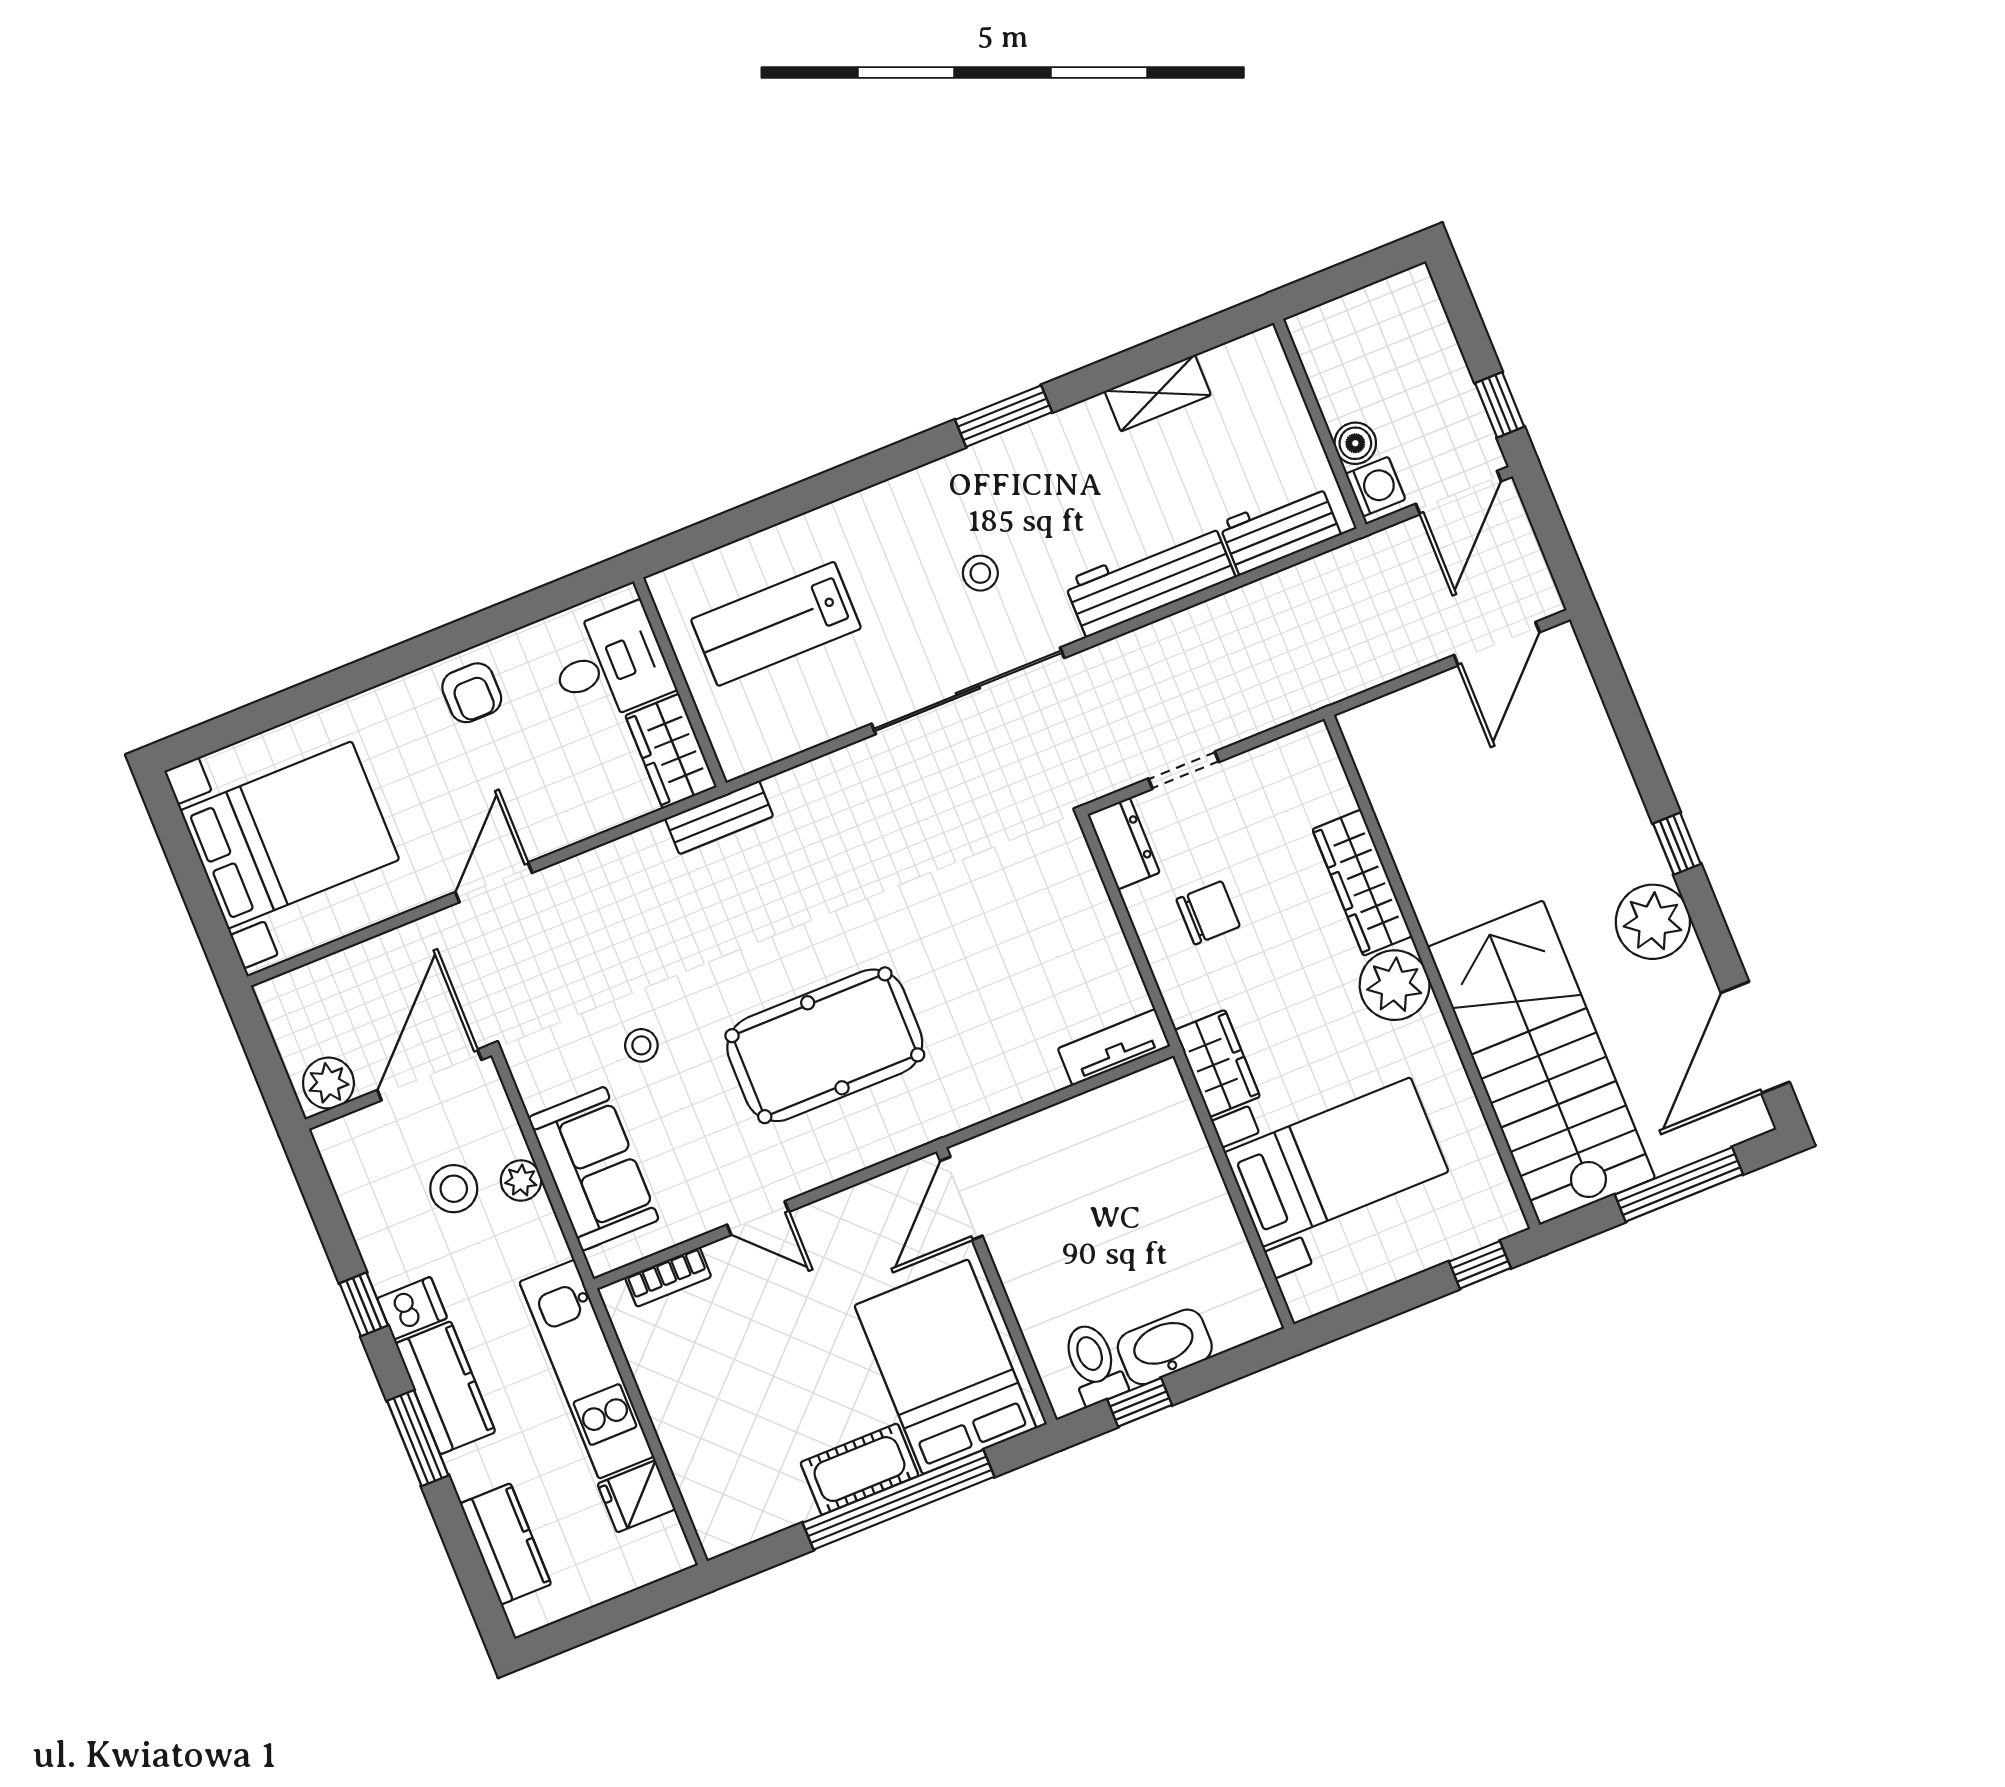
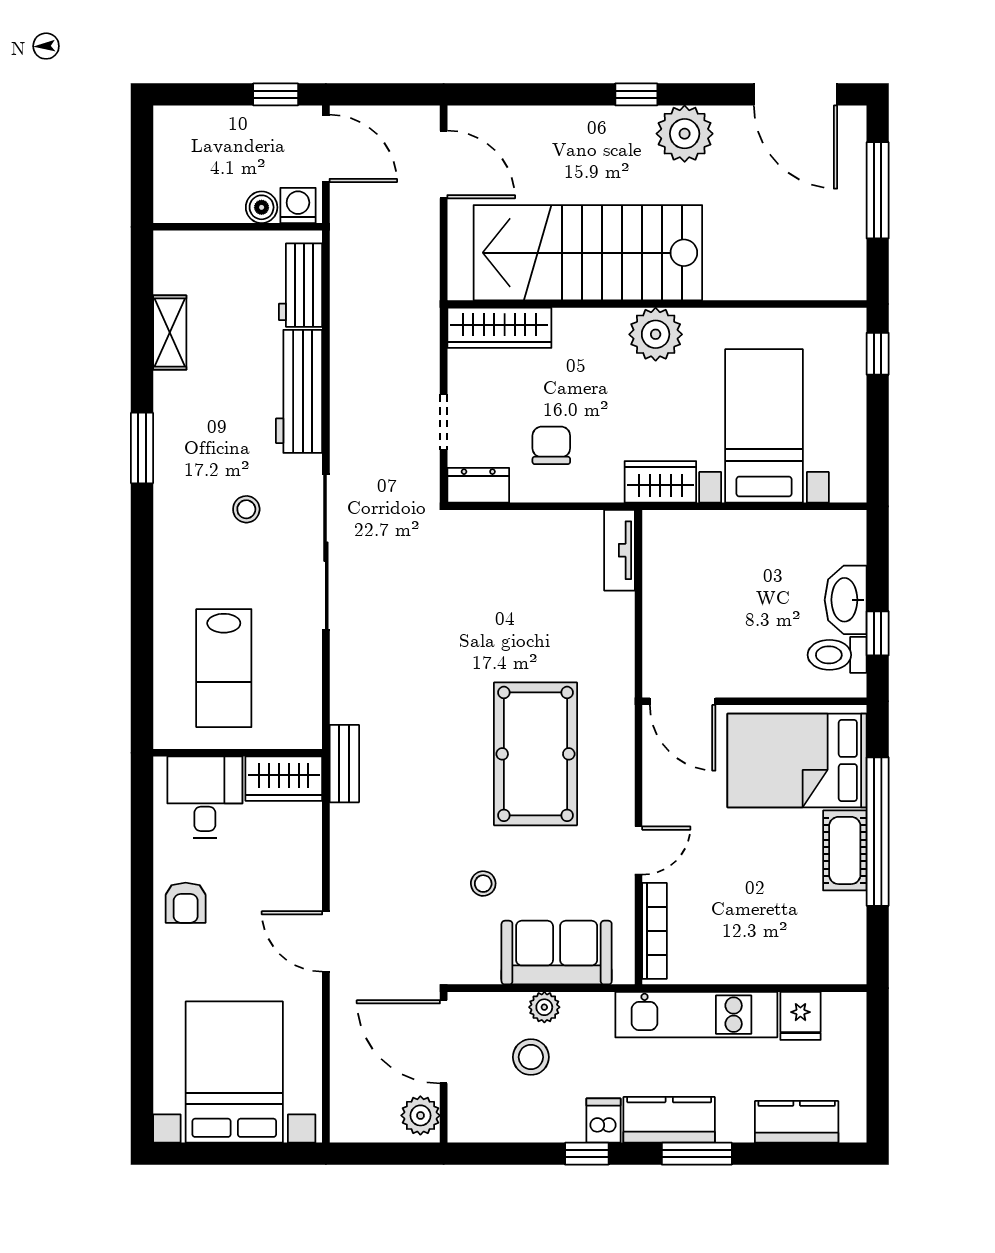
armchair: (472, 693) -> (186, 903), turned 90
wardrobe: (1362, 883) -> (499, 328), moved
stairs: (1541, 1063) -> (588, 253), moved
bookcase: (668, 1277) -> (655, 931), width x1.56

